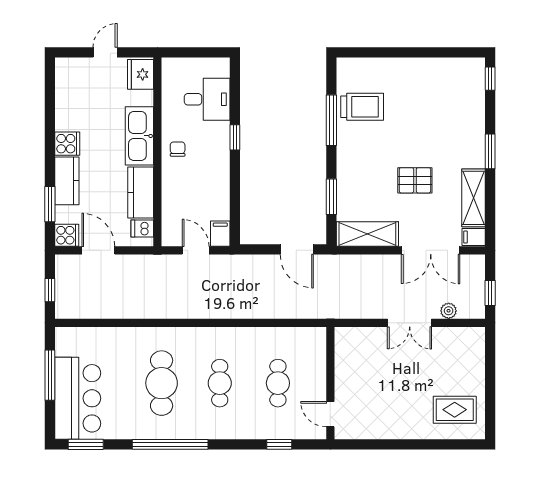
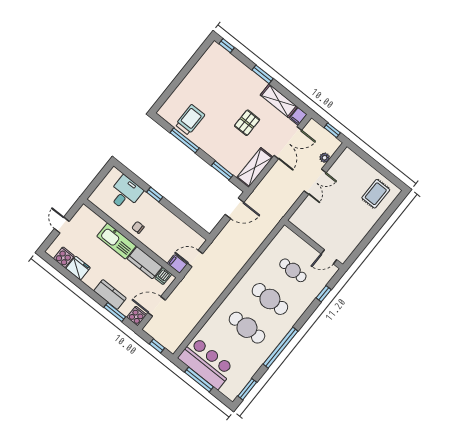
fridge: (141, 74) -> (78, 268), moved, turned 180
cooker: (67, 144) -> (64, 257), moved
filing cabinet: (220, 234) -> (177, 264), moved
cafe table: (220, 383) -> (270, 299), width x1.37, depth x1.35
bar counter: (78, 398) -> (206, 363), moved

